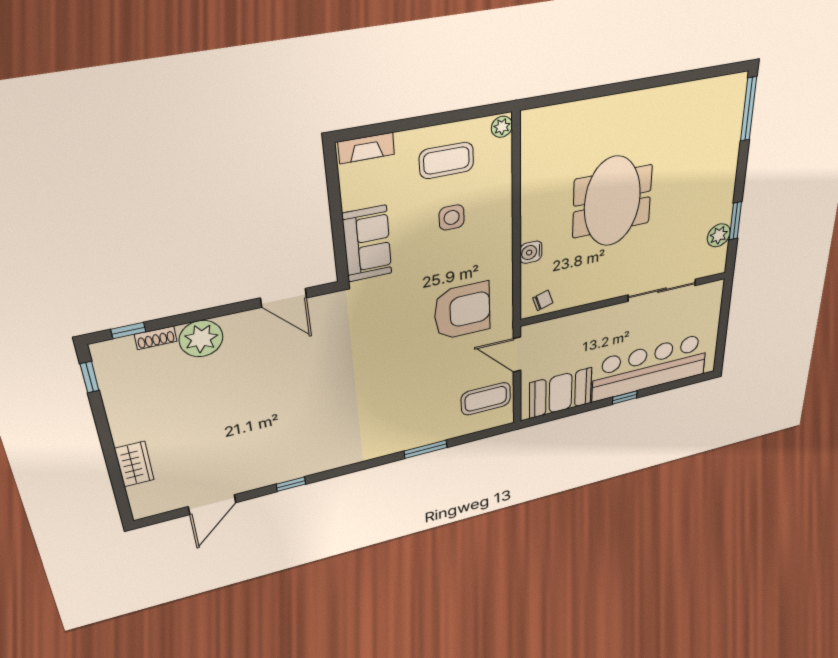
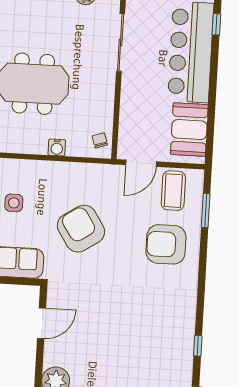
armchair: (462, 311) -> (81, 229), moved, turned -33
window: (625, 398) -> (216, 24), moved
armchair: (417, 411) -> (166, 244), added
window: (426, 449) -> (206, 210), moved

